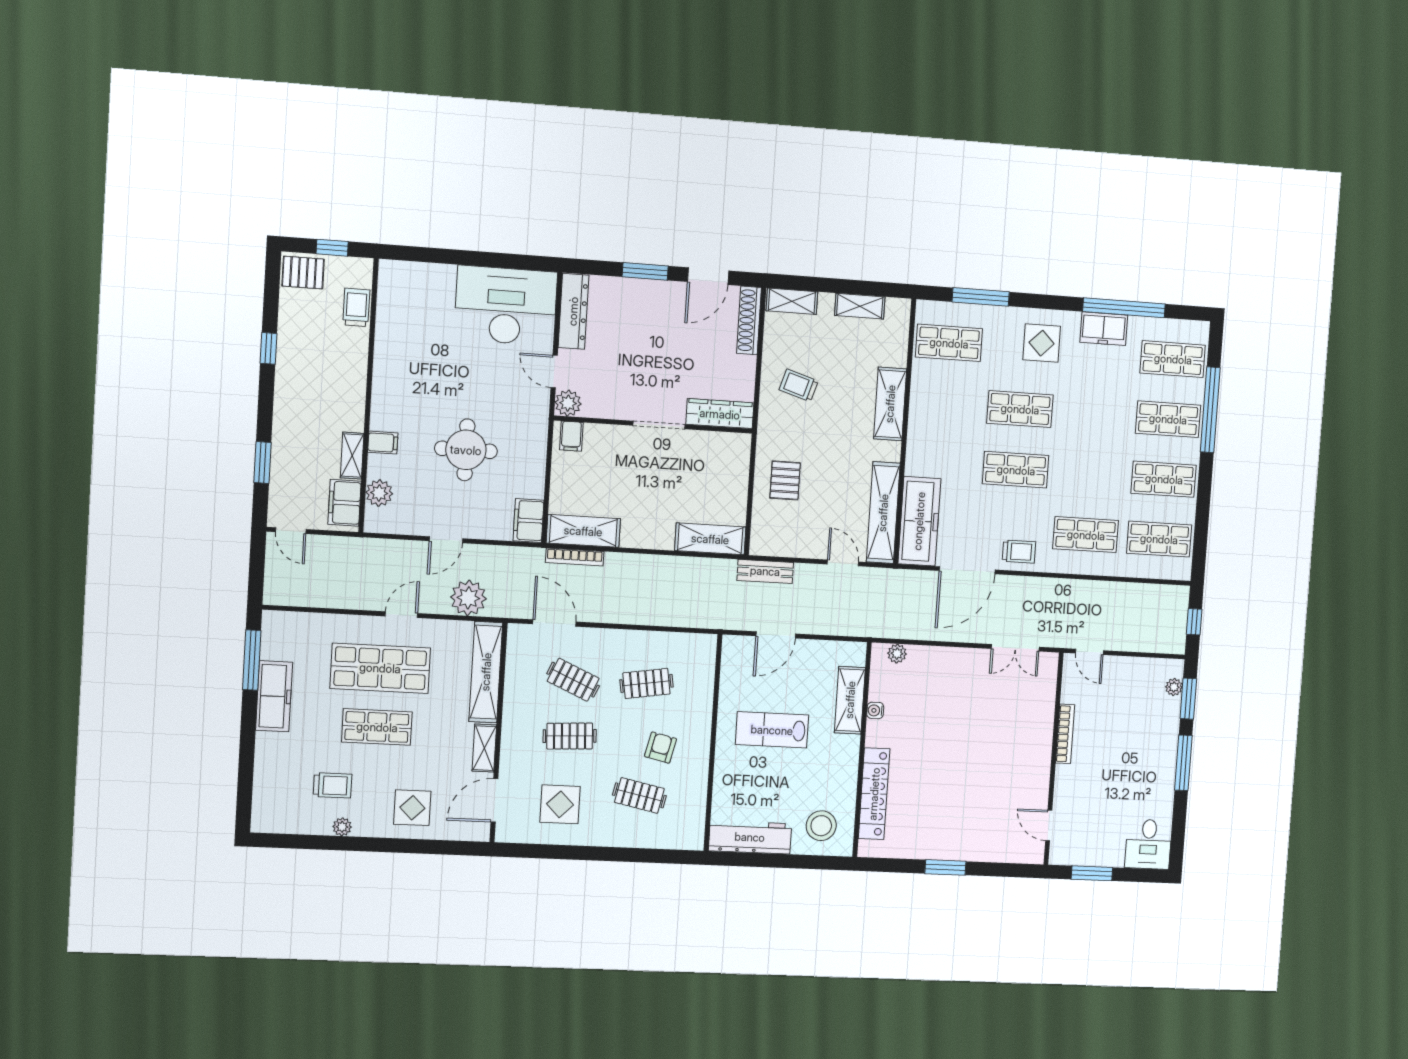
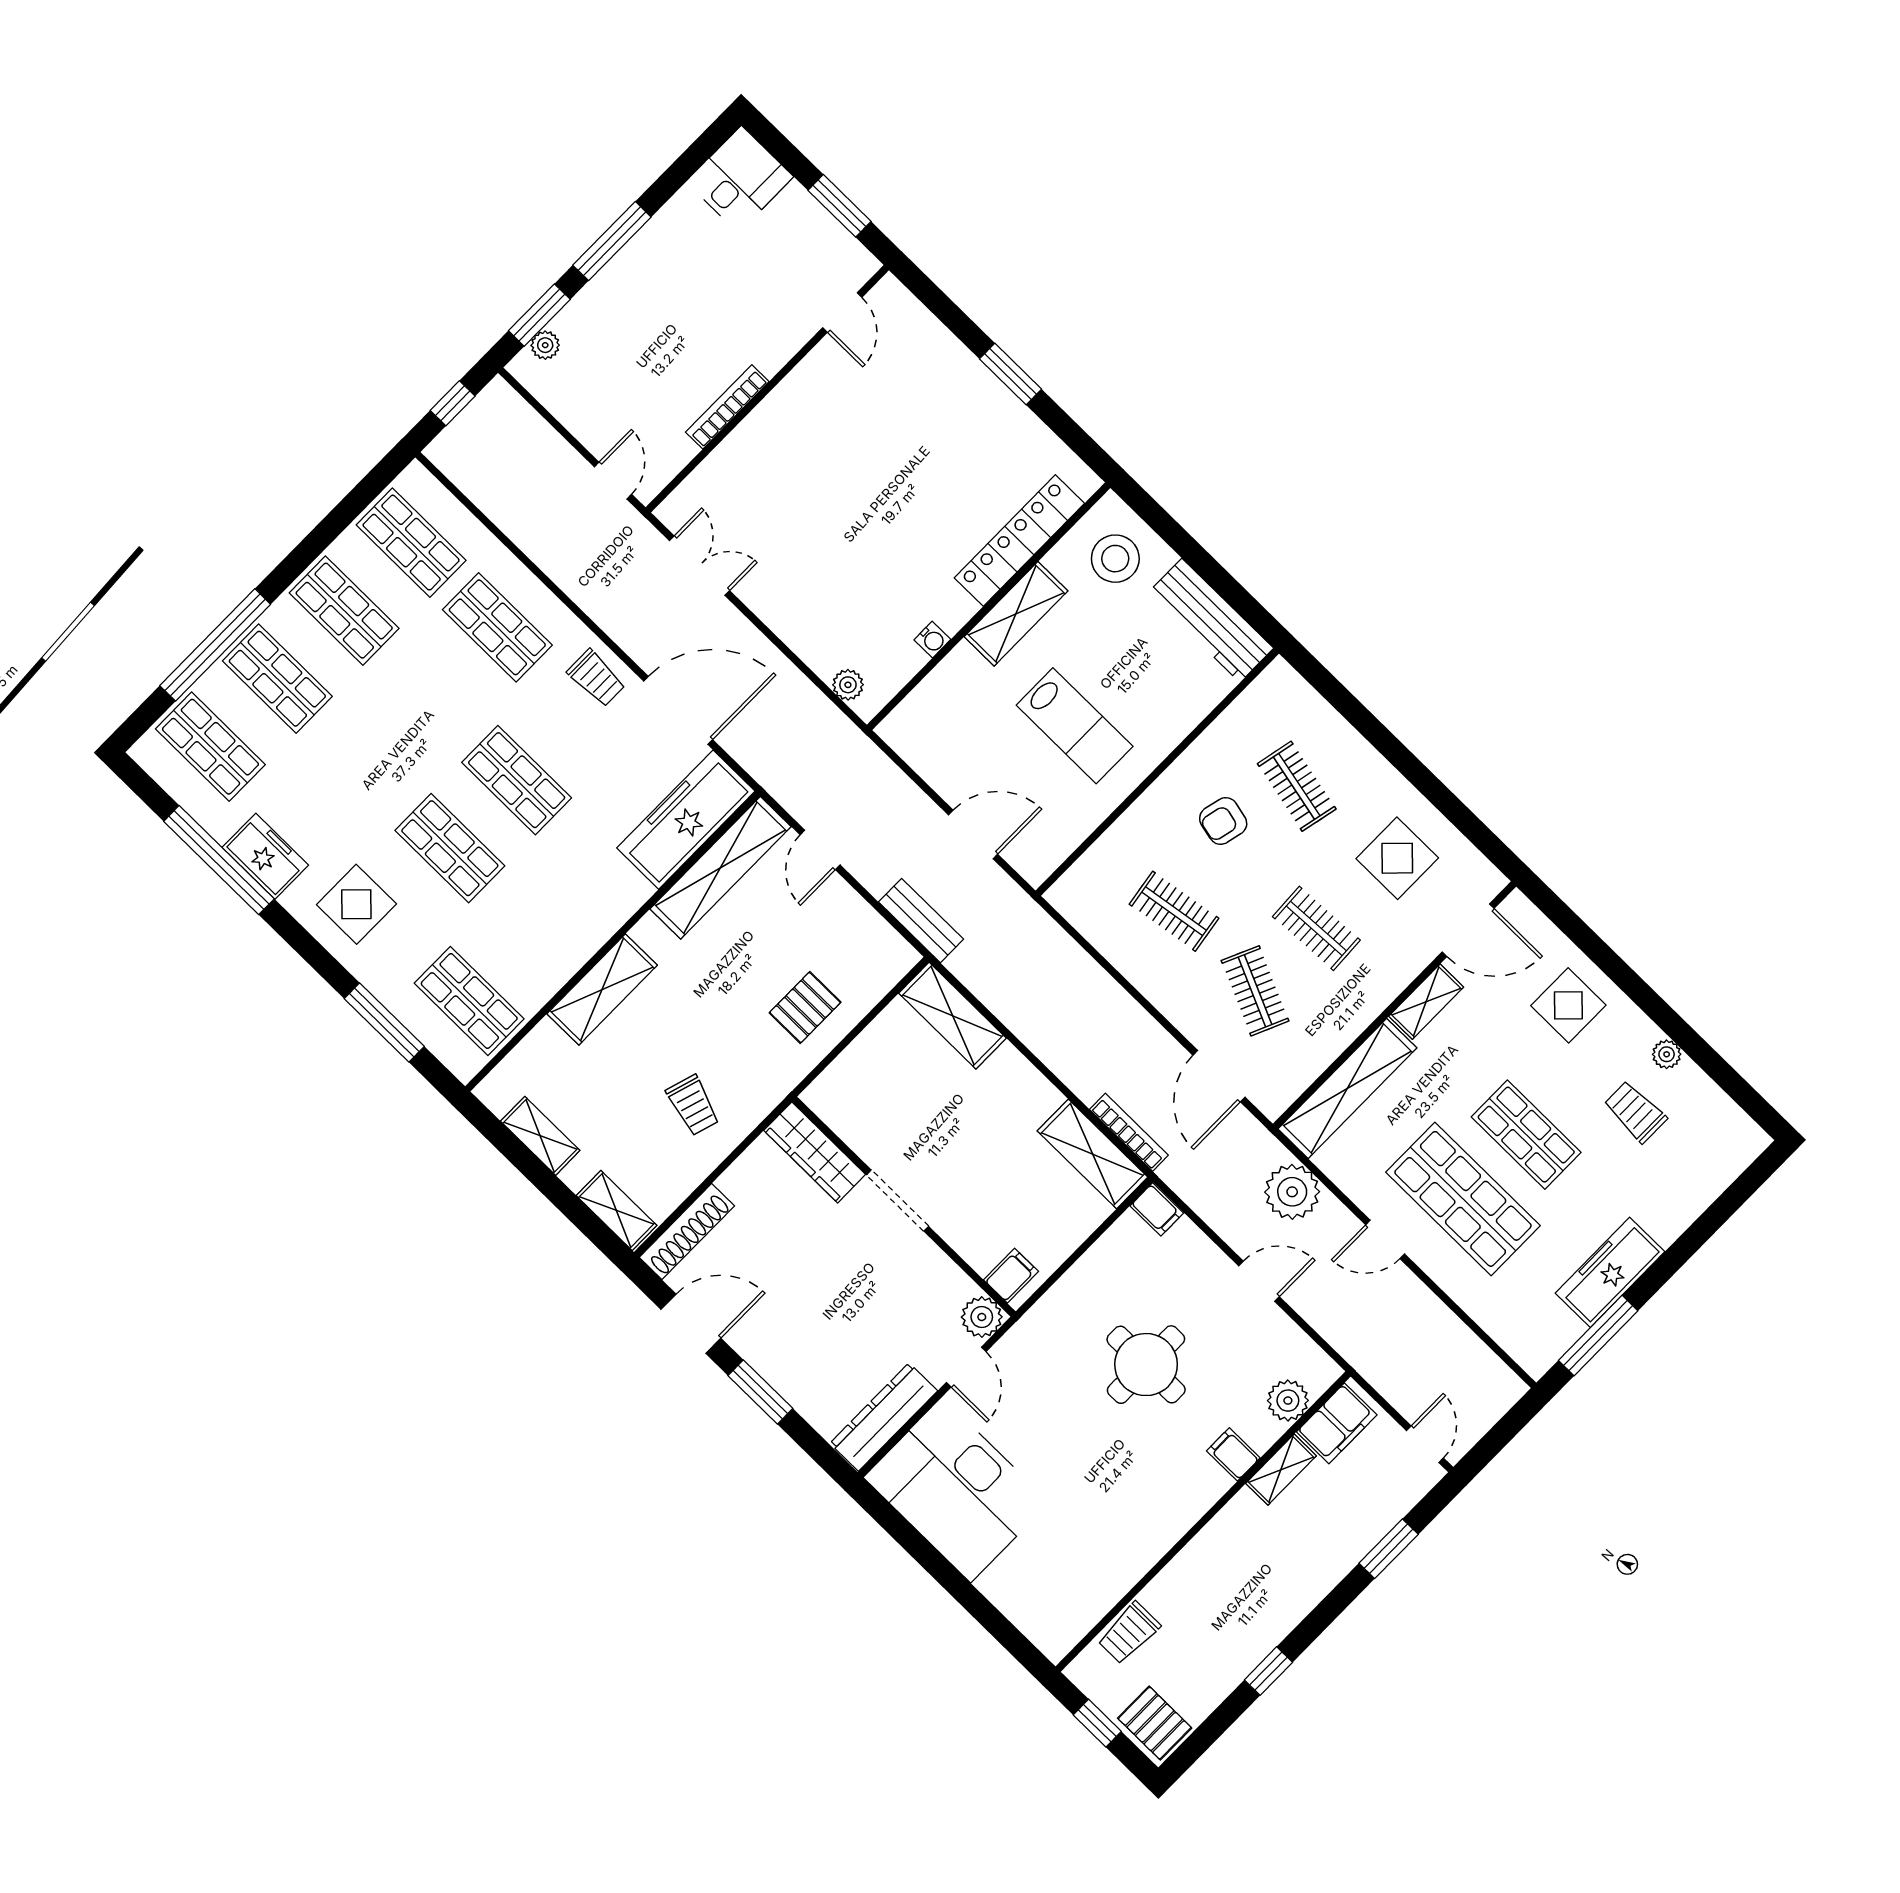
filing cabinet: (528, 521) -> (1157, 1209), width x0.50
trolley: (1019, 552) -> (596, 678), turned 180
shelving: (850, 700) -> (1016, 614), moved

